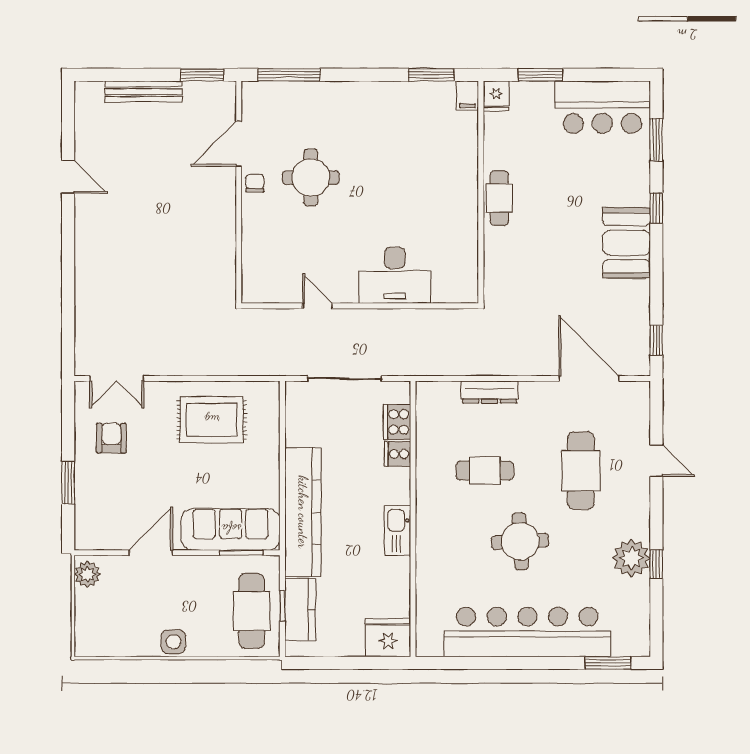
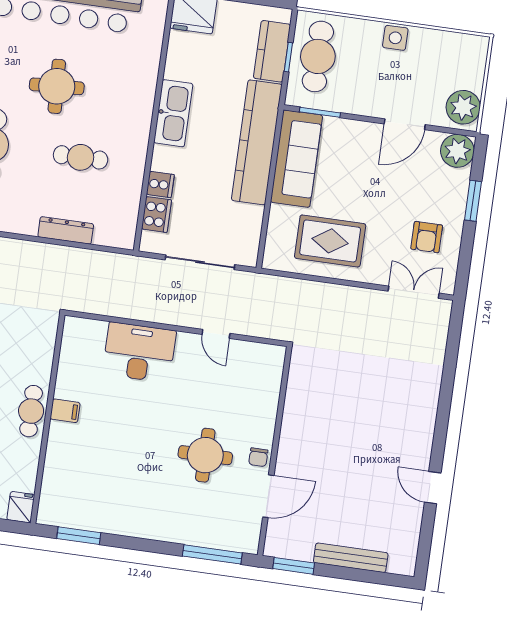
filing cabinet: (467, 95) -> (65, 411), moved, turned 90
sofa: (231, 529) -> (296, 159), moved, turned -90
kitchen sink: (398, 530) -> (173, 113), width x1.36, depth x1.24
plant: (92, 533) -> (457, 151), added
plant: (87, 574) -> (463, 107), width x1.36, depth x1.36

